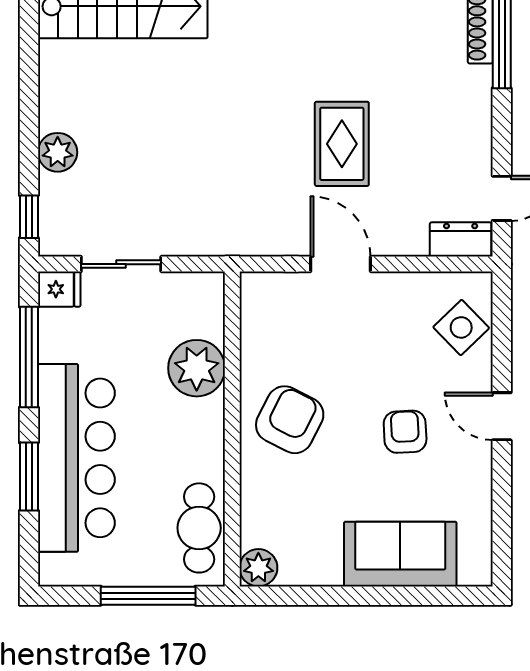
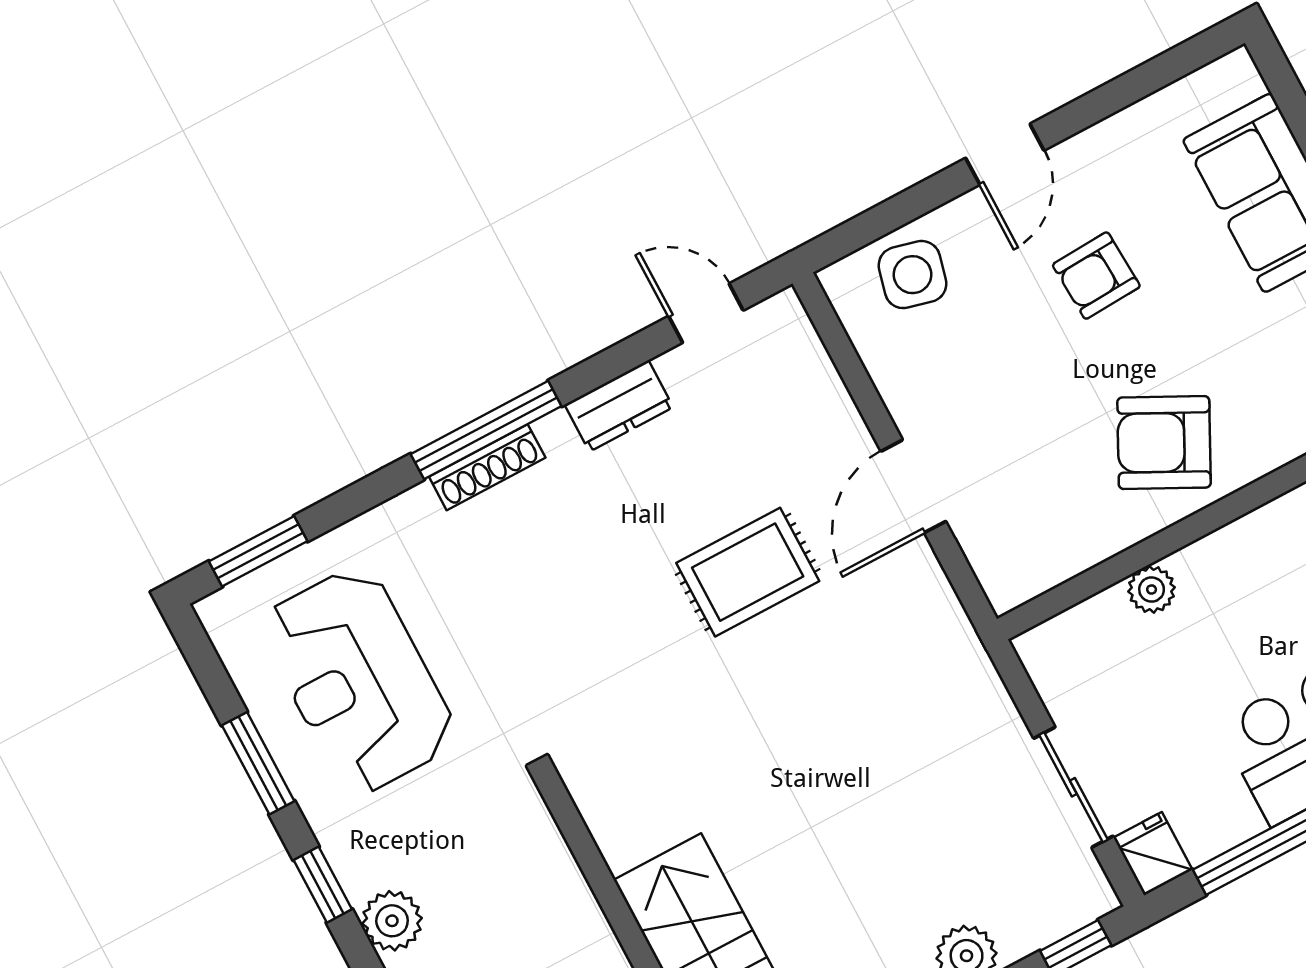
dresser: (461, 239) -> (619, 406), moved, turned -90
side table: (461, 327) -> (912, 275), turned -32
plant: (197, 368) -> (1152, 589), width x0.53, depth x0.53

